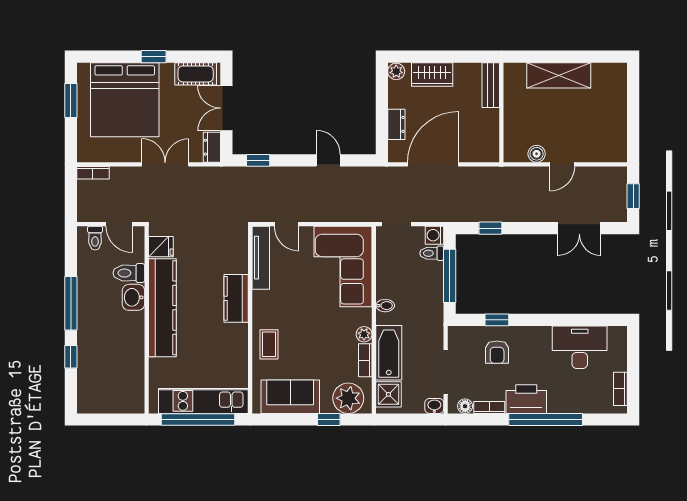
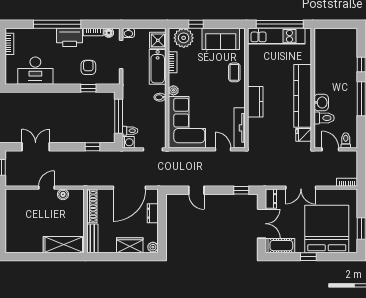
shelving: (559, 75) -> (64, 245), moved
shoe rack: (491, 135) -> (92, 206), added
plant: (364, 334) -> (173, 90), moved

